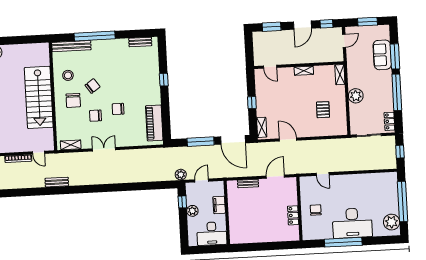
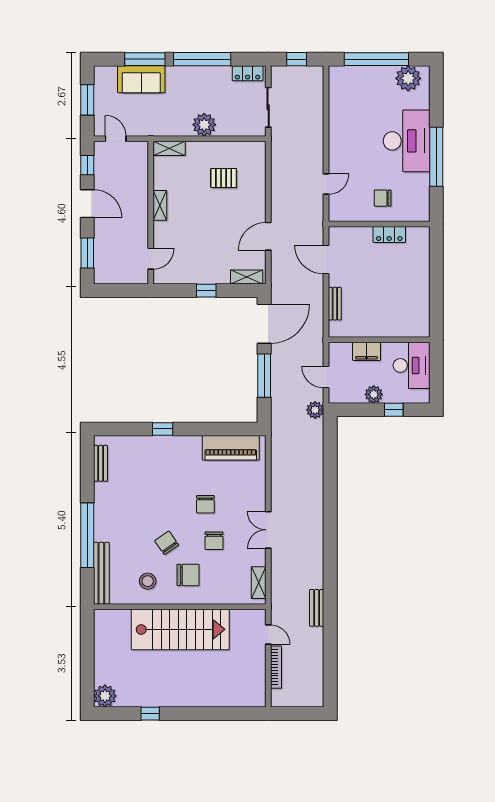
door: (38, 153) -> (268, 635), hinge flipped
window: (182, 202) -> (394, 410), moved

